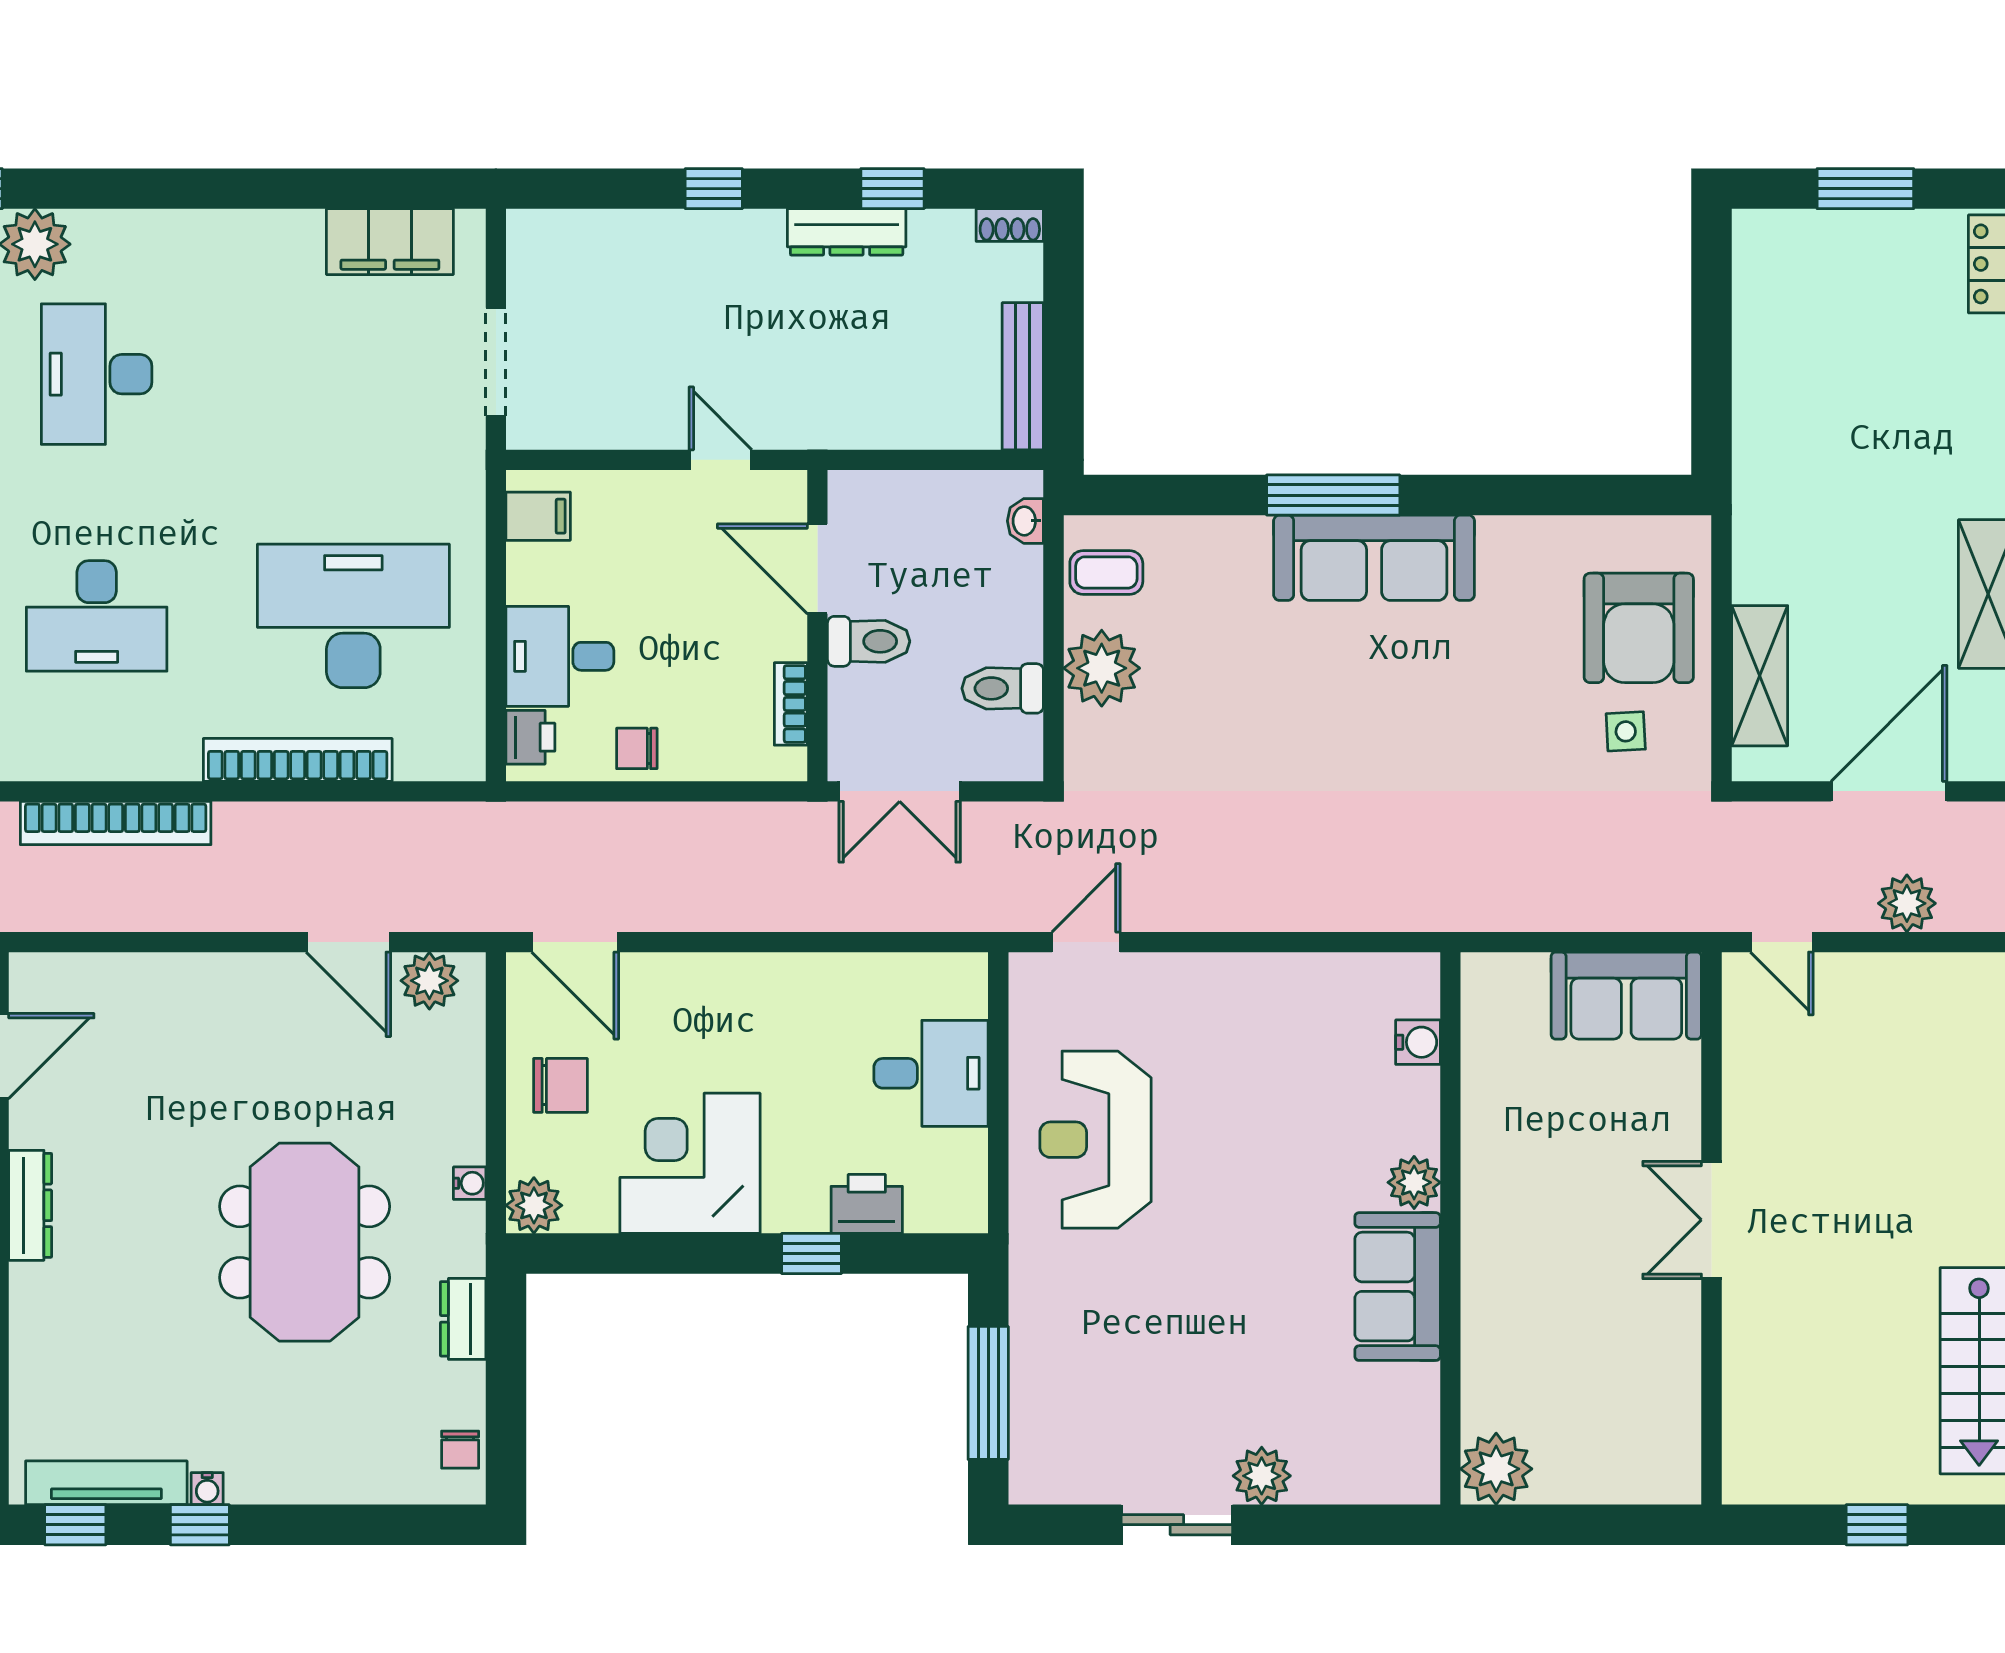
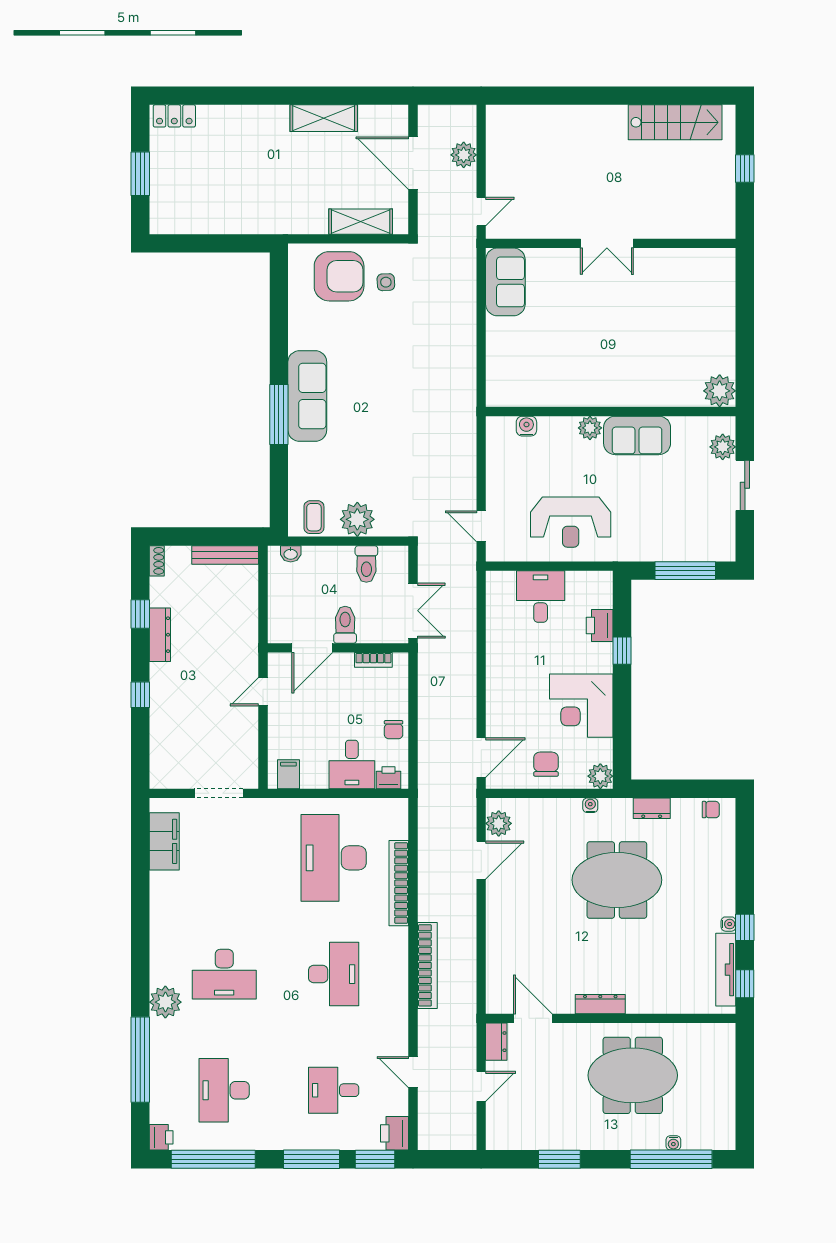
water cooler: (1418, 1042) -> (526, 426), moved
plant: (1414, 1182) -> (590, 428), moved
wall: (1450, 1228) -> (611, 412), moved
sofa: (1398, 1287) -> (637, 435), moved
plant: (1496, 1469) -> (720, 391), moved

